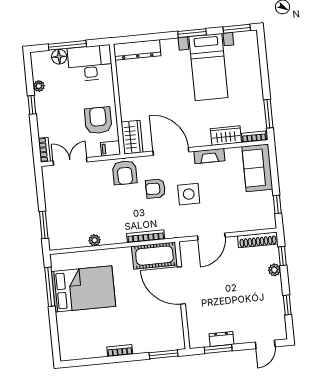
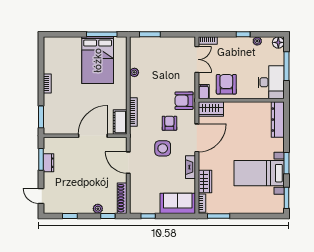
floor lamp: (59, 57) -> (278, 42), moved
armchair: (98, 120) -> (226, 84), turned -90
cot: (154, 256) -> (120, 122), width x0.73, depth x0.75

